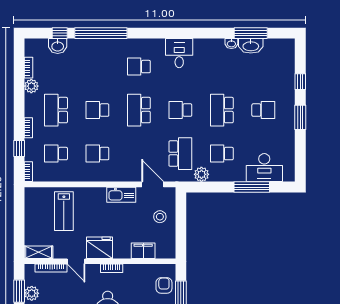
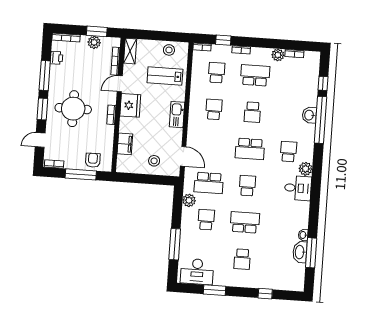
washbasin: (58, 46) -> (309, 115), moved
plant: (157, 46) -> (306, 169), added
school desk: (97, 110) -> (252, 112), turned 180
school desk: (139, 110) -> (250, 149), turned 180
window: (300, 117) -> (215, 290), moved
desk: (264, 168) -> (197, 272), moved, turned -90
door: (153, 184) -> (183, 156), hinge flipped
kitchen sink: (121, 195) -> (177, 115), moved
stool: (34, 209) -> (169, 50), added
armchair: (164, 285) -> (93, 160), turned -90

